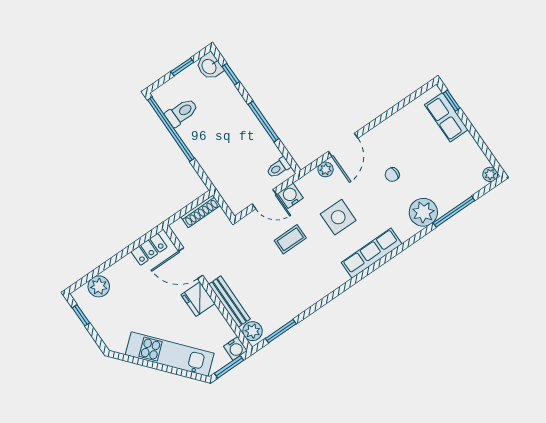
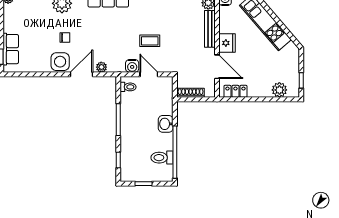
washbasin: (209, 66) -> (166, 124), moved, turned 180
side table: (338, 217) -> (60, 62), moved

